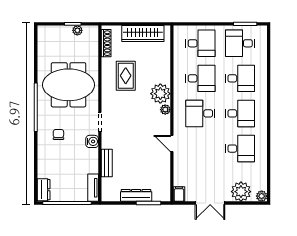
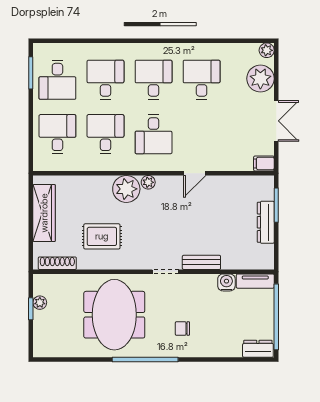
water cooler: (92, 141) -> (226, 282), moved
bench: (107, 163) -> (201, 262), moved

